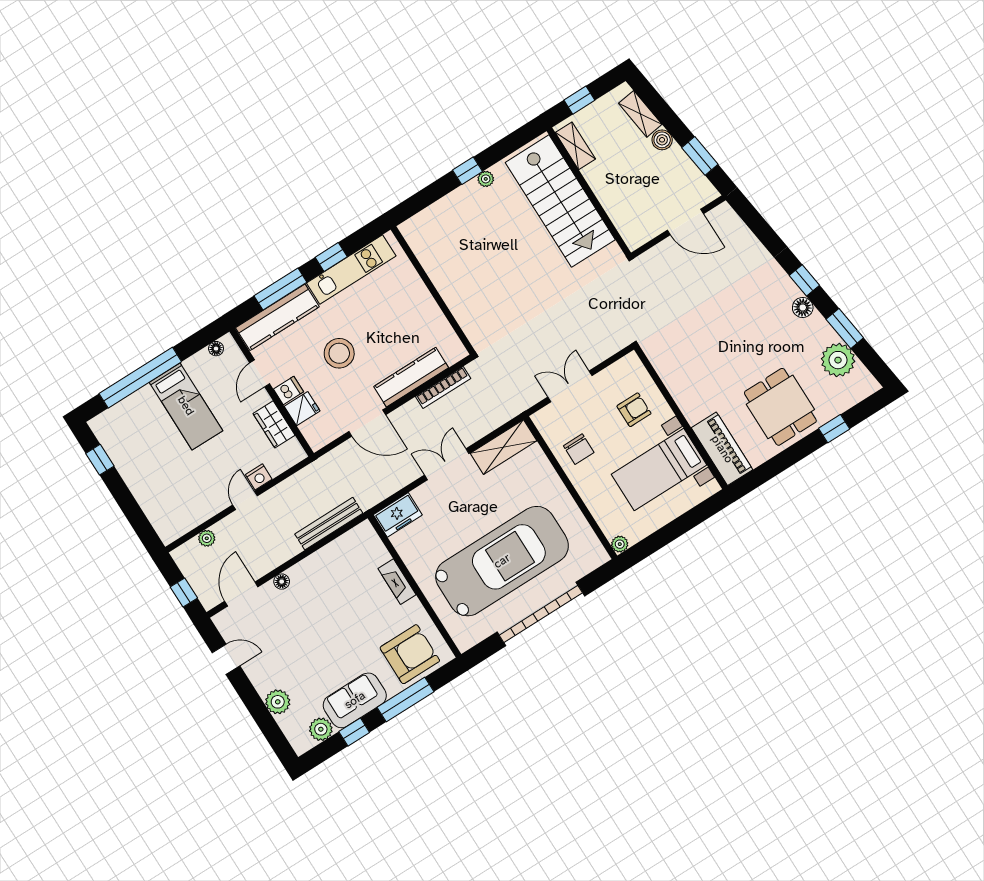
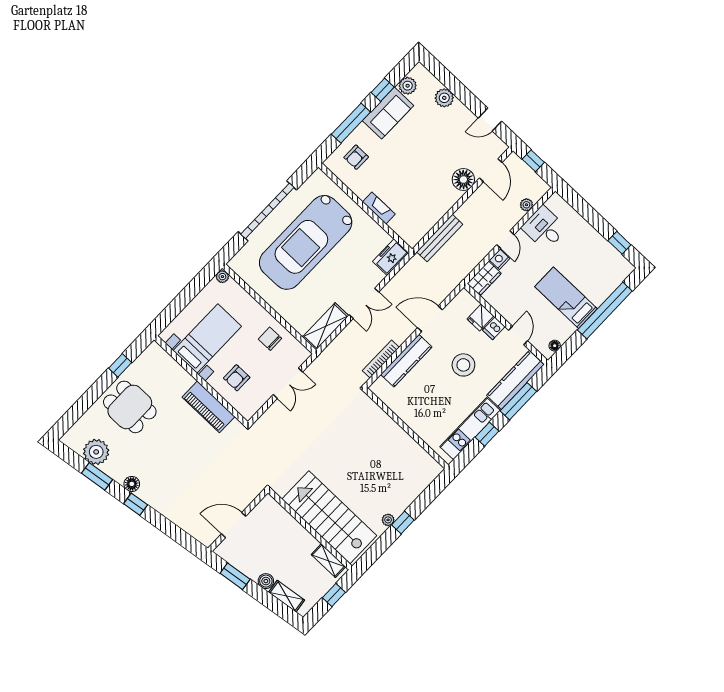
wardrobe: (274, 424) -> (484, 278), moved, turned 90
window: (834, 429) -> (120, 365), moved
piano: (722, 449) -> (208, 407), moved
desk: (191, 503) -> (544, 228), added
floor lamp: (282, 582) -> (463, 180), width x1.89, depth x1.89
armchair: (410, 654) -> (356, 157), width x0.53, depth x0.53

